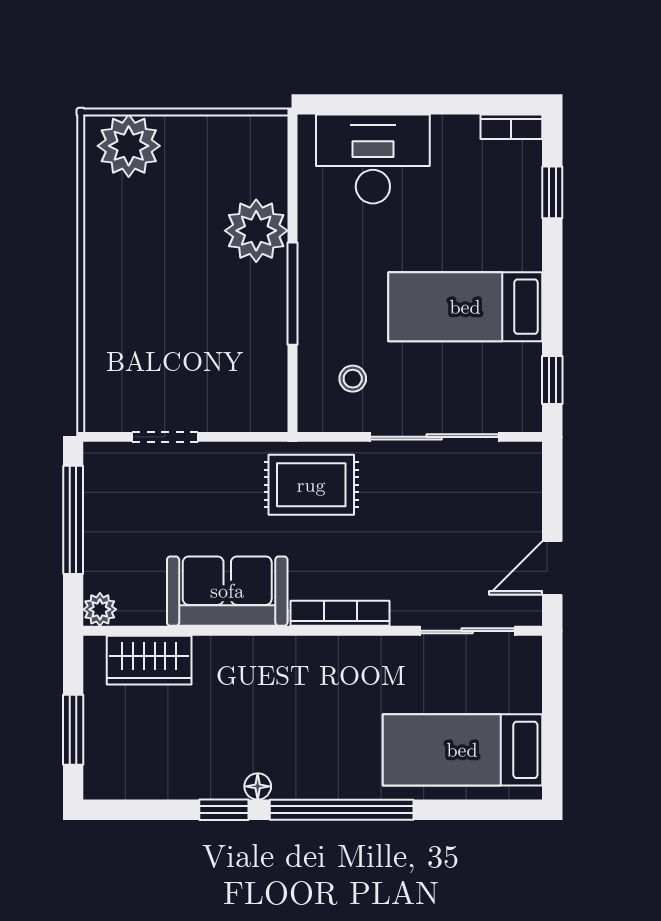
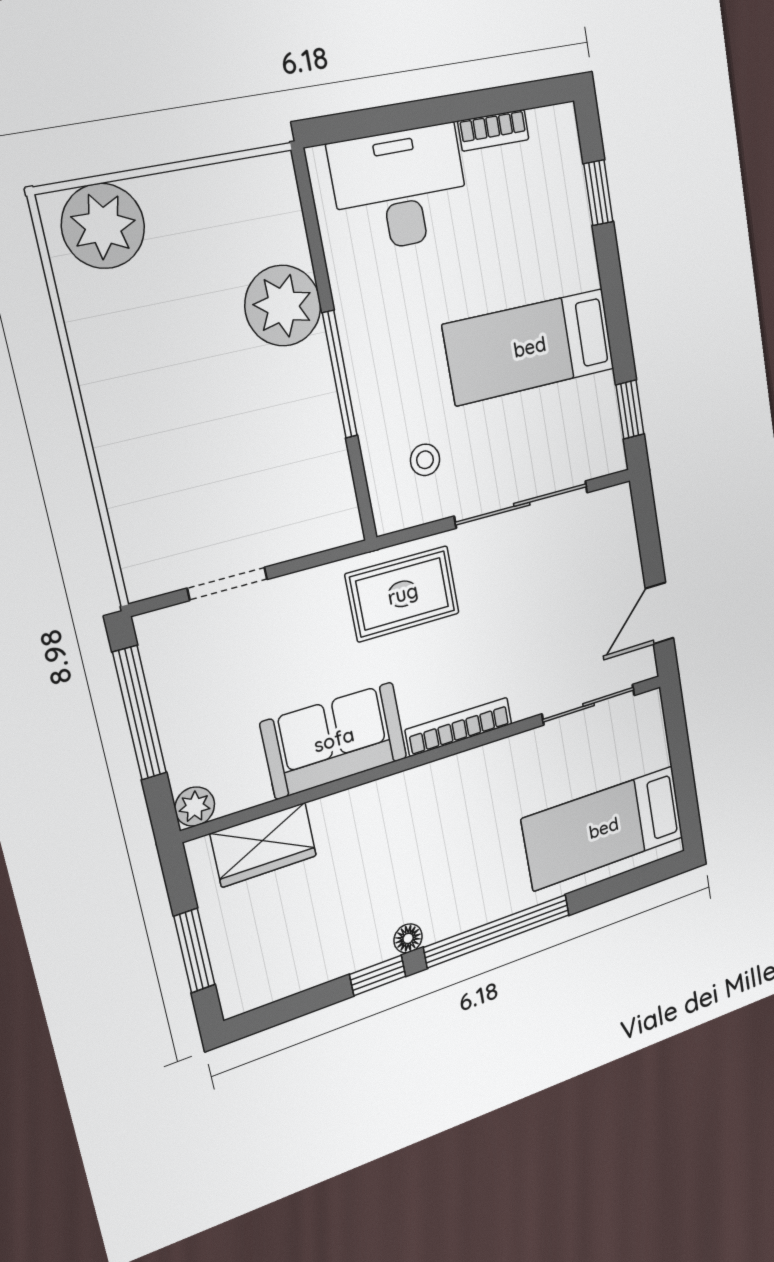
bookcase: (511, 127) -> (493, 130), moved

